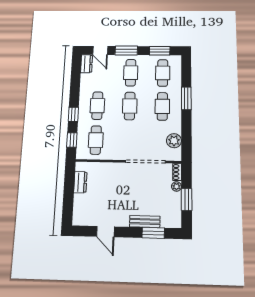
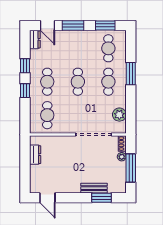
cafe table: (131, 73) -> (78, 48), removed
window: (72, 140) -> (25, 66), moved
window: (187, 199) -> (131, 168), width x1.44
door: (105, 232) -> (47, 198), moved

